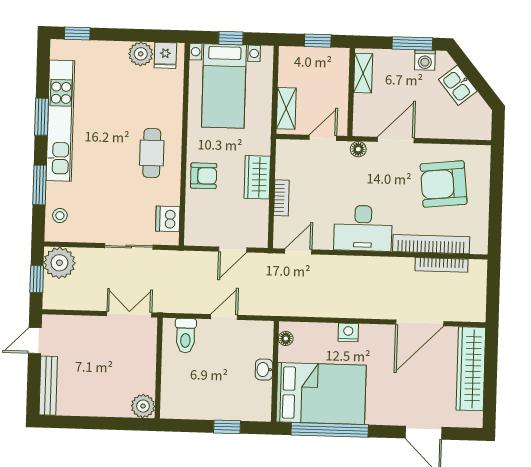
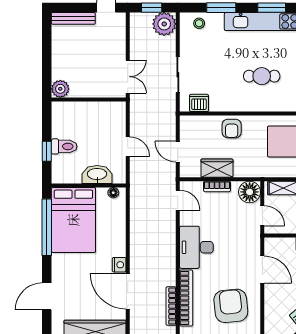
floor lamp: (358, 149) -> (250, 192), moved, width x1.89, depth x1.89
cafe table: (152, 153) -> (262, 76), moved
wardrobe: (257, 177) -> (217, 168), moved
nightstand: (348, 332) -> (119, 265), moved
toilet: (186, 336) -> (64, 146), moved, turned 180
washbasin: (264, 370) -> (97, 175), width x1.91, depth x1.45

